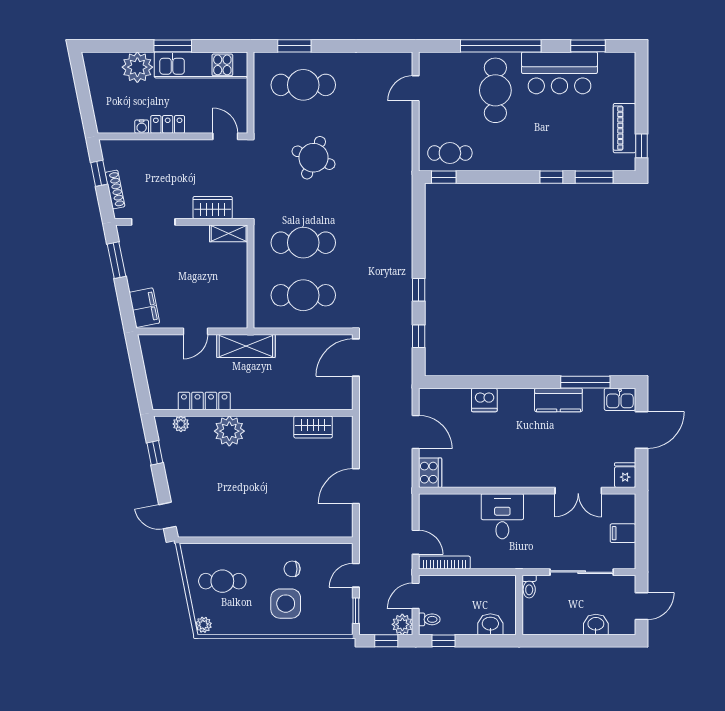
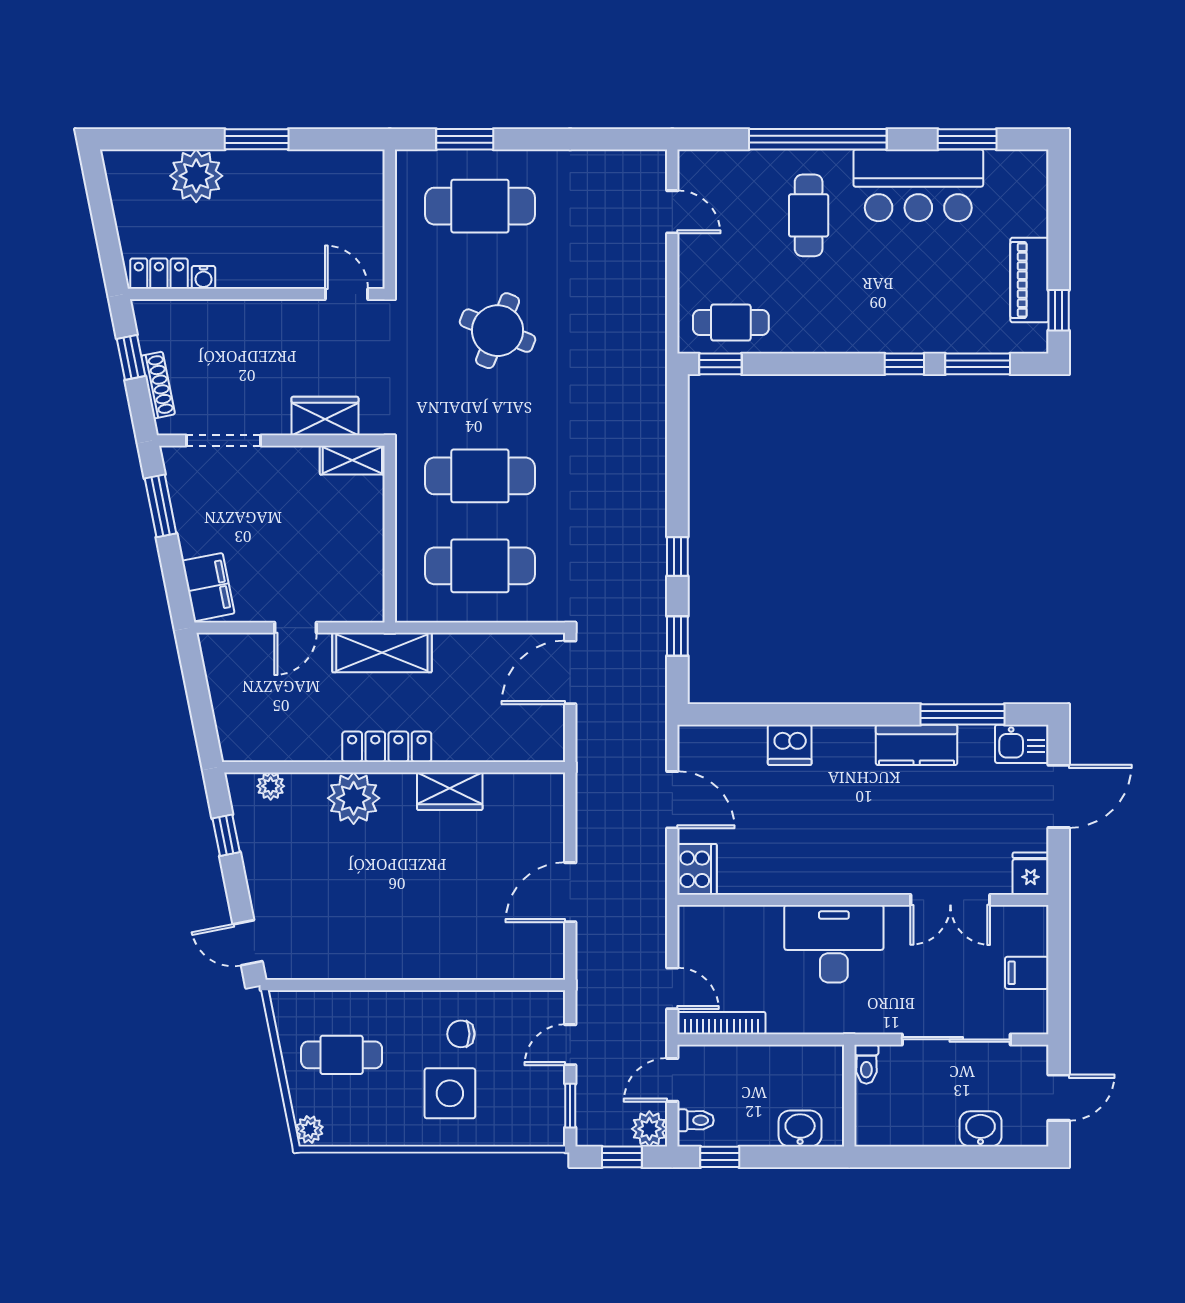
kitchen unit: (201, 65) -> (305, 172), removed
door: (416, 88) -> (672, 212), swing flipped
cafe table: (495, 90) -> (809, 215), width x0.73, depth x0.74
locker: (168, 124) -> (159, 274), moved
locker: (204, 401) -> (387, 747), moved
wardrobe: (313, 427) -> (450, 791), moved
desk: (502, 516) -> (834, 944), width x1.37

